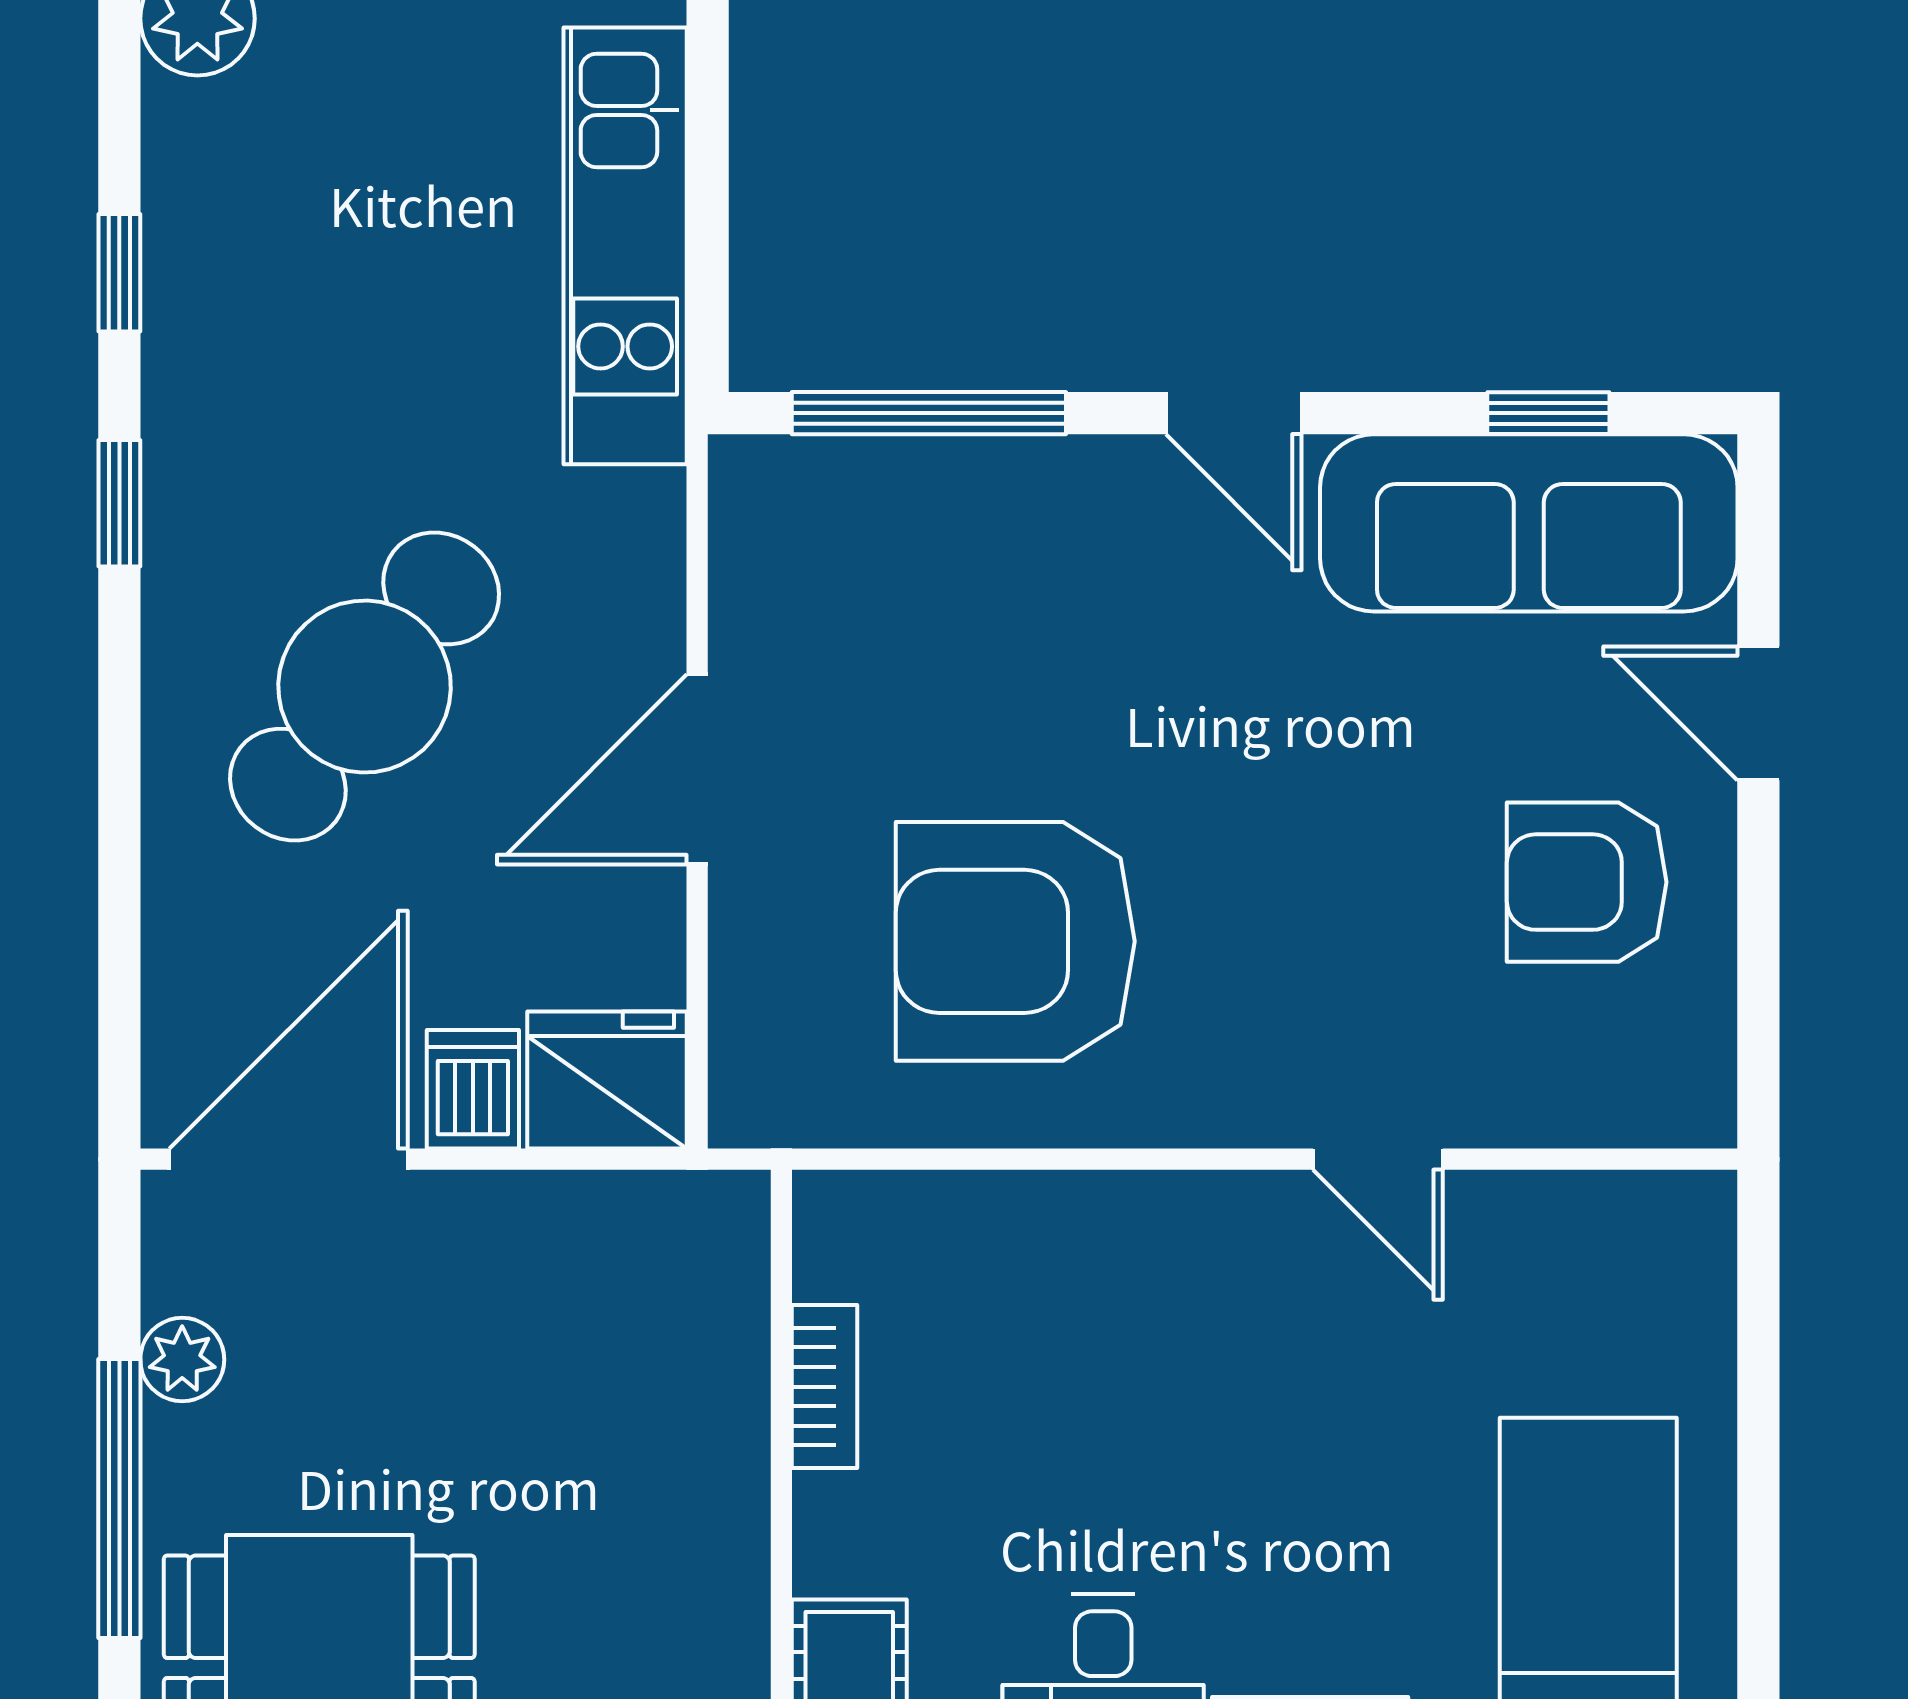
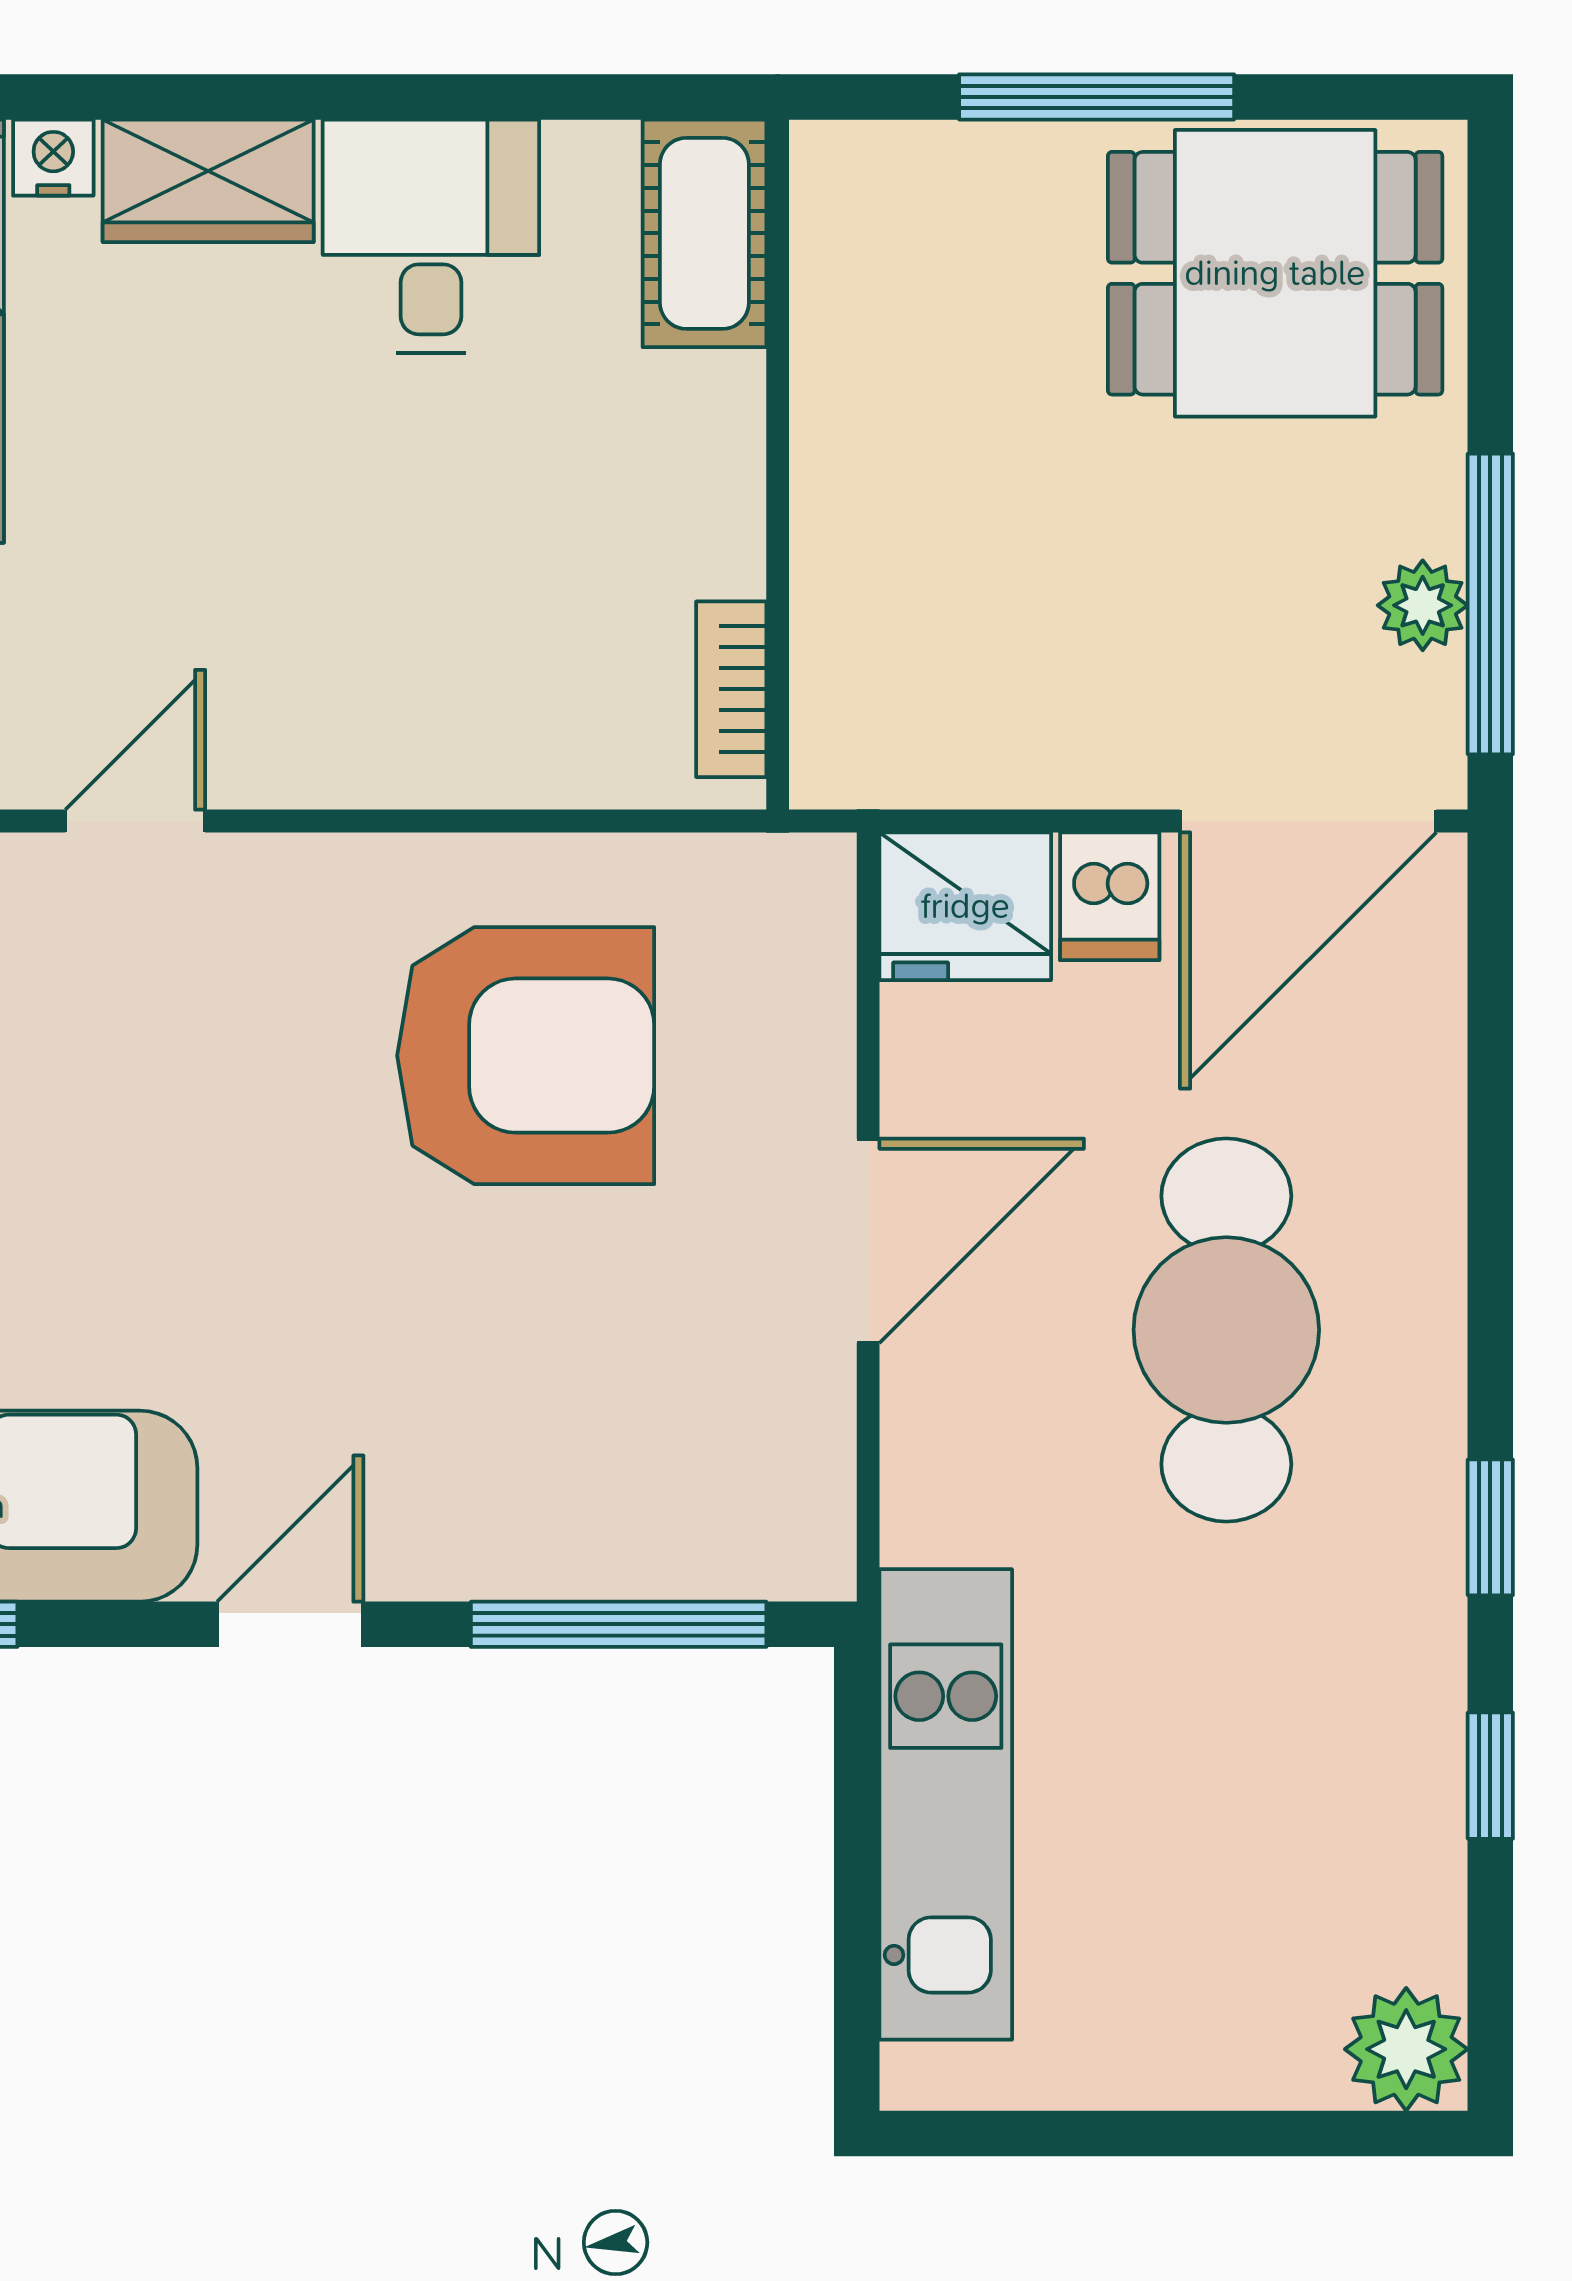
door: (1234, 413) -> (290, 1624), hinge flipped
cafe table: (365, 687) -> (1226, 1330), turned -38
door: (1378, 1159) -> (135, 821), hinge flipped
bookcase: (824, 1387) -> (731, 689), moved
window: (119, 1499) -> (1490, 604), moved

